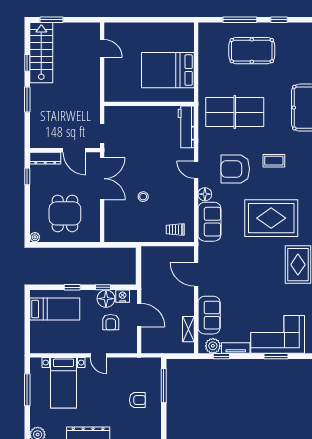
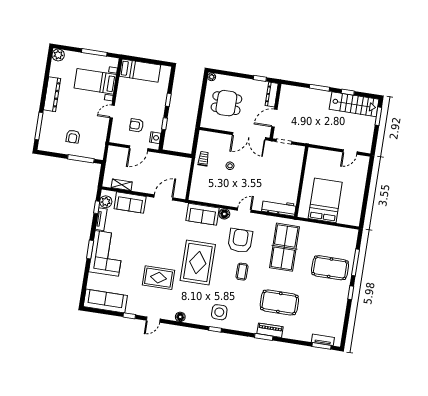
pool table: (252, 51) -> (330, 268), turned 90
trolley: (175, 229) -> (203, 159), moved
floor lamp: (106, 299) -> (155, 125), removed
bed: (55, 309) -> (140, 71), moved, turned -90

